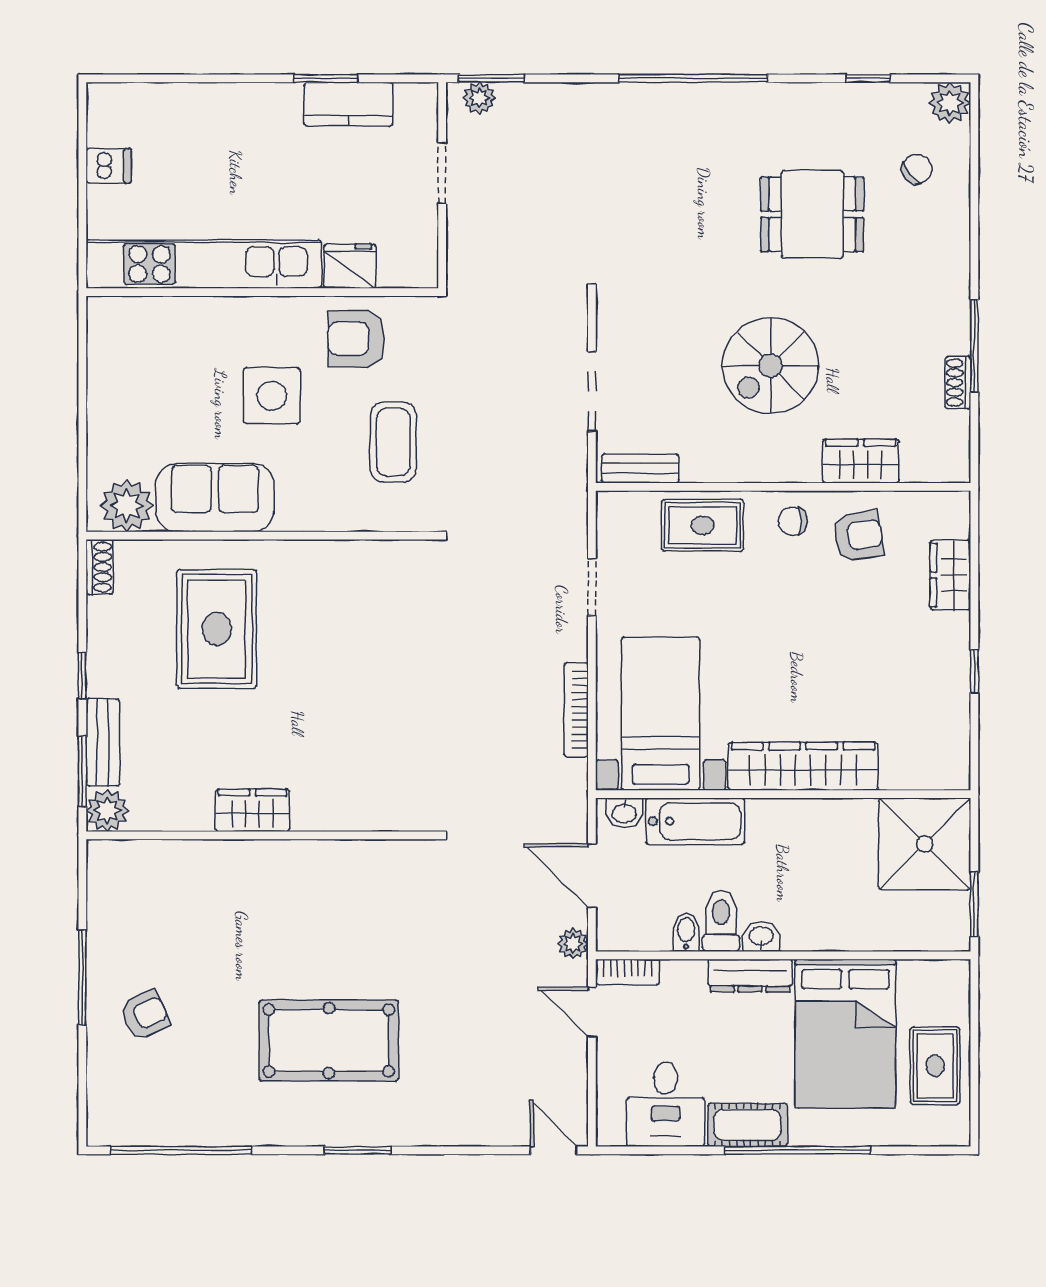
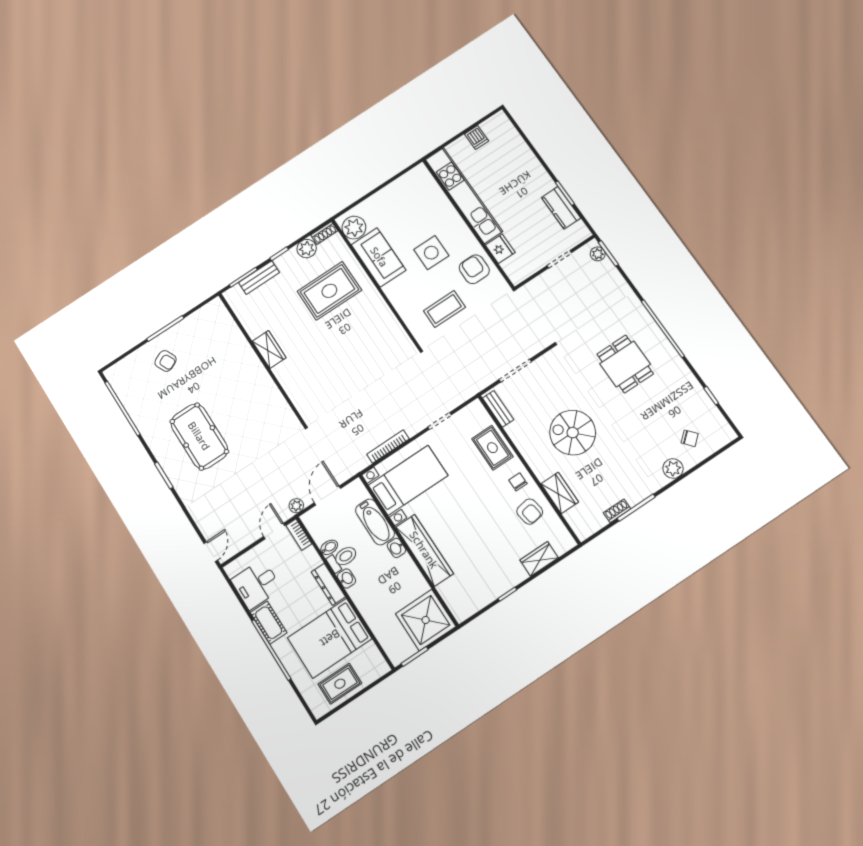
plant: (950, 103) -> (673, 469), moved
dining table: (812, 214) -> (625, 364), moved
plant: (107, 810) -> (307, 249), moved
washbasin: (624, 813) -> (396, 548), moved

